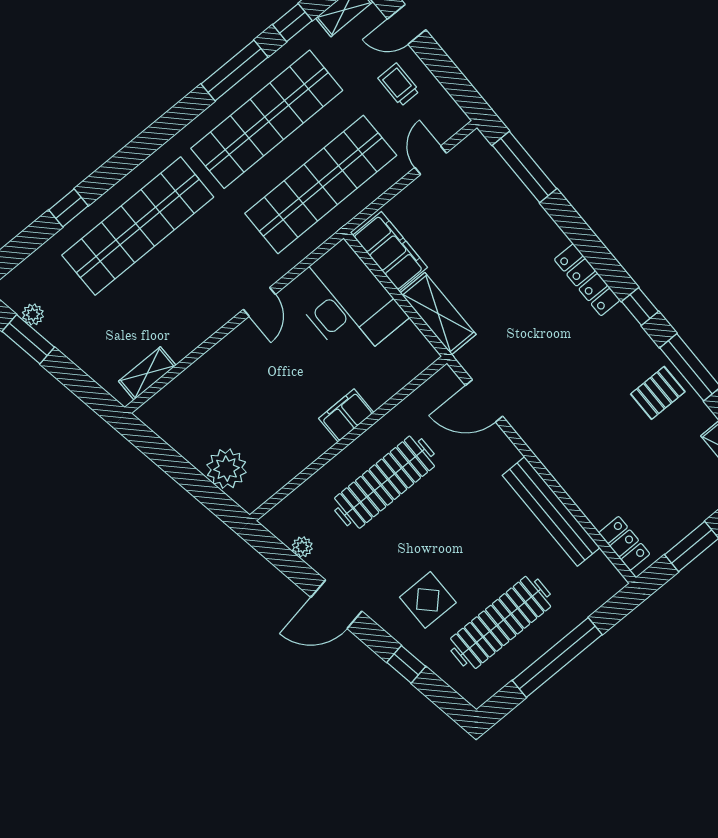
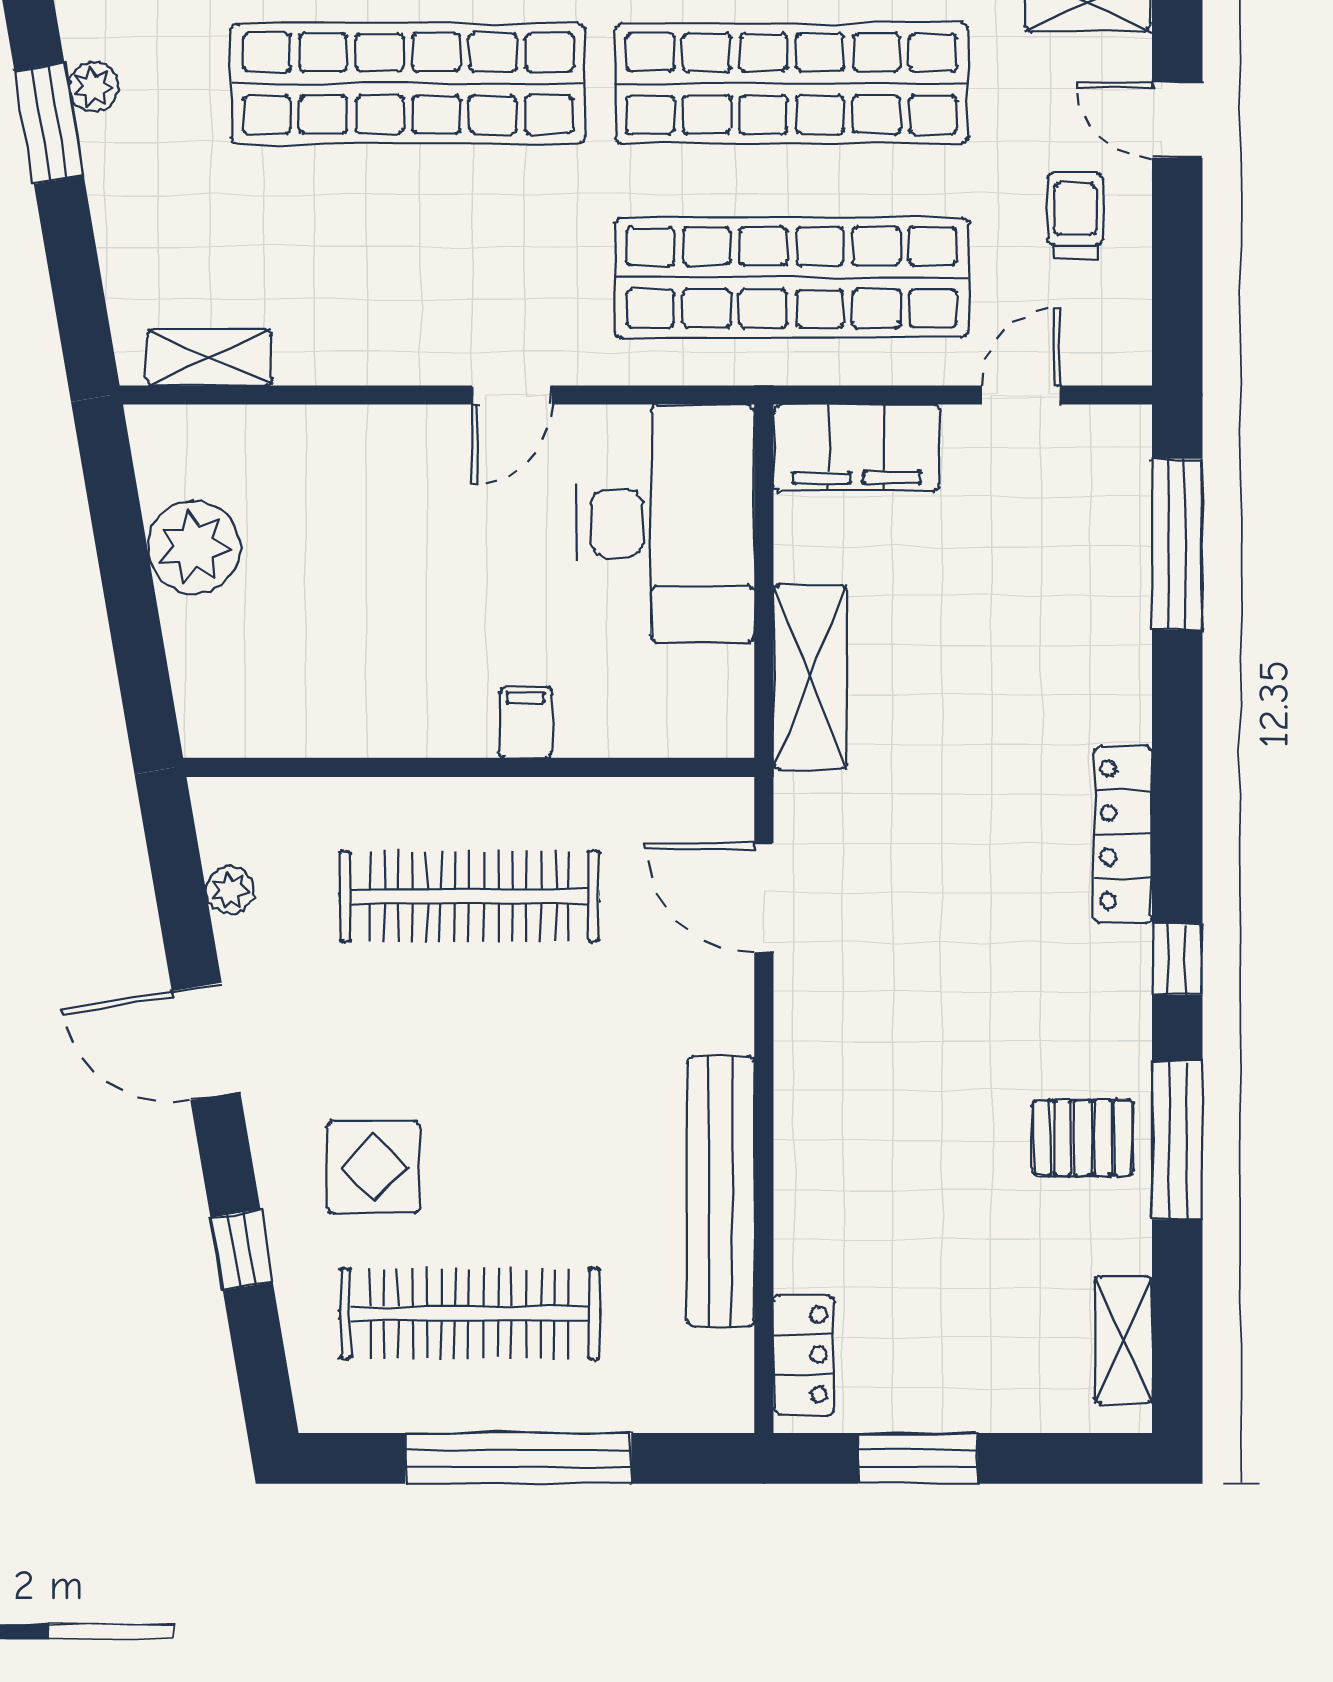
filing cabinet: (390, 251) -> (857, 448), moved, turned 90
filing cabinet: (346, 415) -> (526, 722), width x0.50
plant: (226, 469) -> (194, 547), moved

